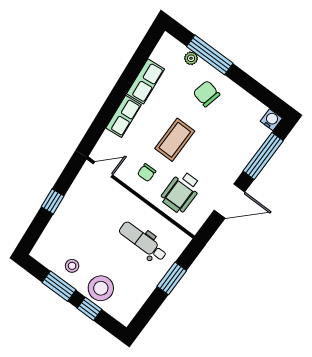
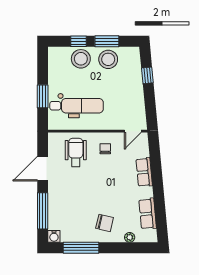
window: (210, 55) -> (81, 248), moved
row of seats: (146, 81) -> (148, 214), moved
coffee table: (175, 140) -> (103, 181), removed
window: (53, 201) -> (147, 75), moved
dental chair: (143, 241) -> (77, 106), width x1.36, depth x1.38
stool: (72, 266) -> (108, 59), width x1.89, depth x1.89

